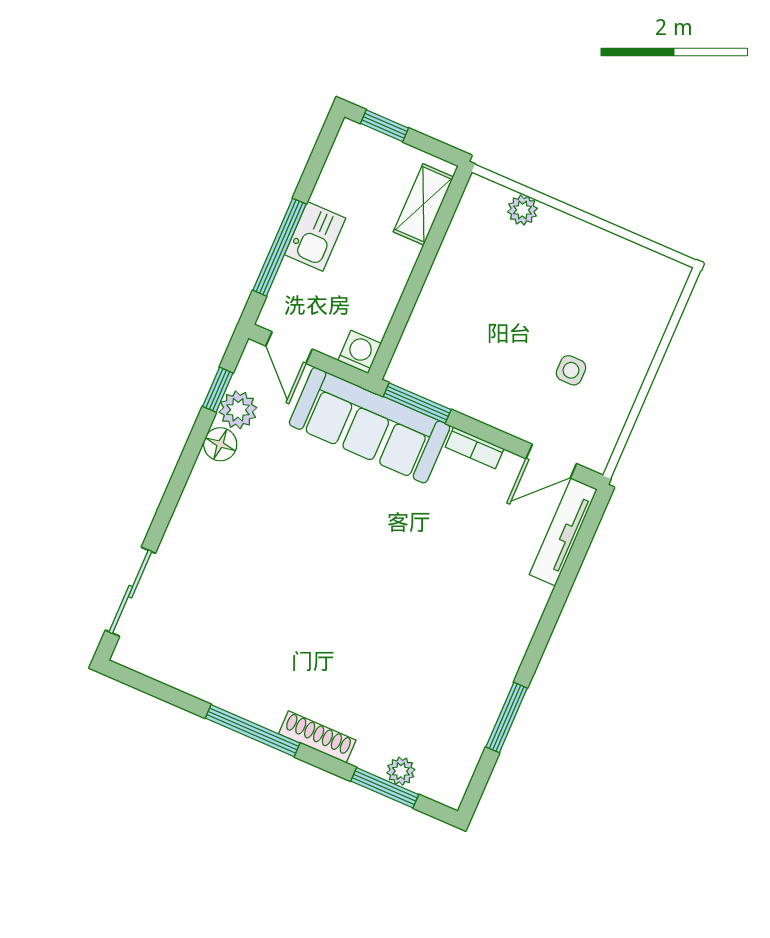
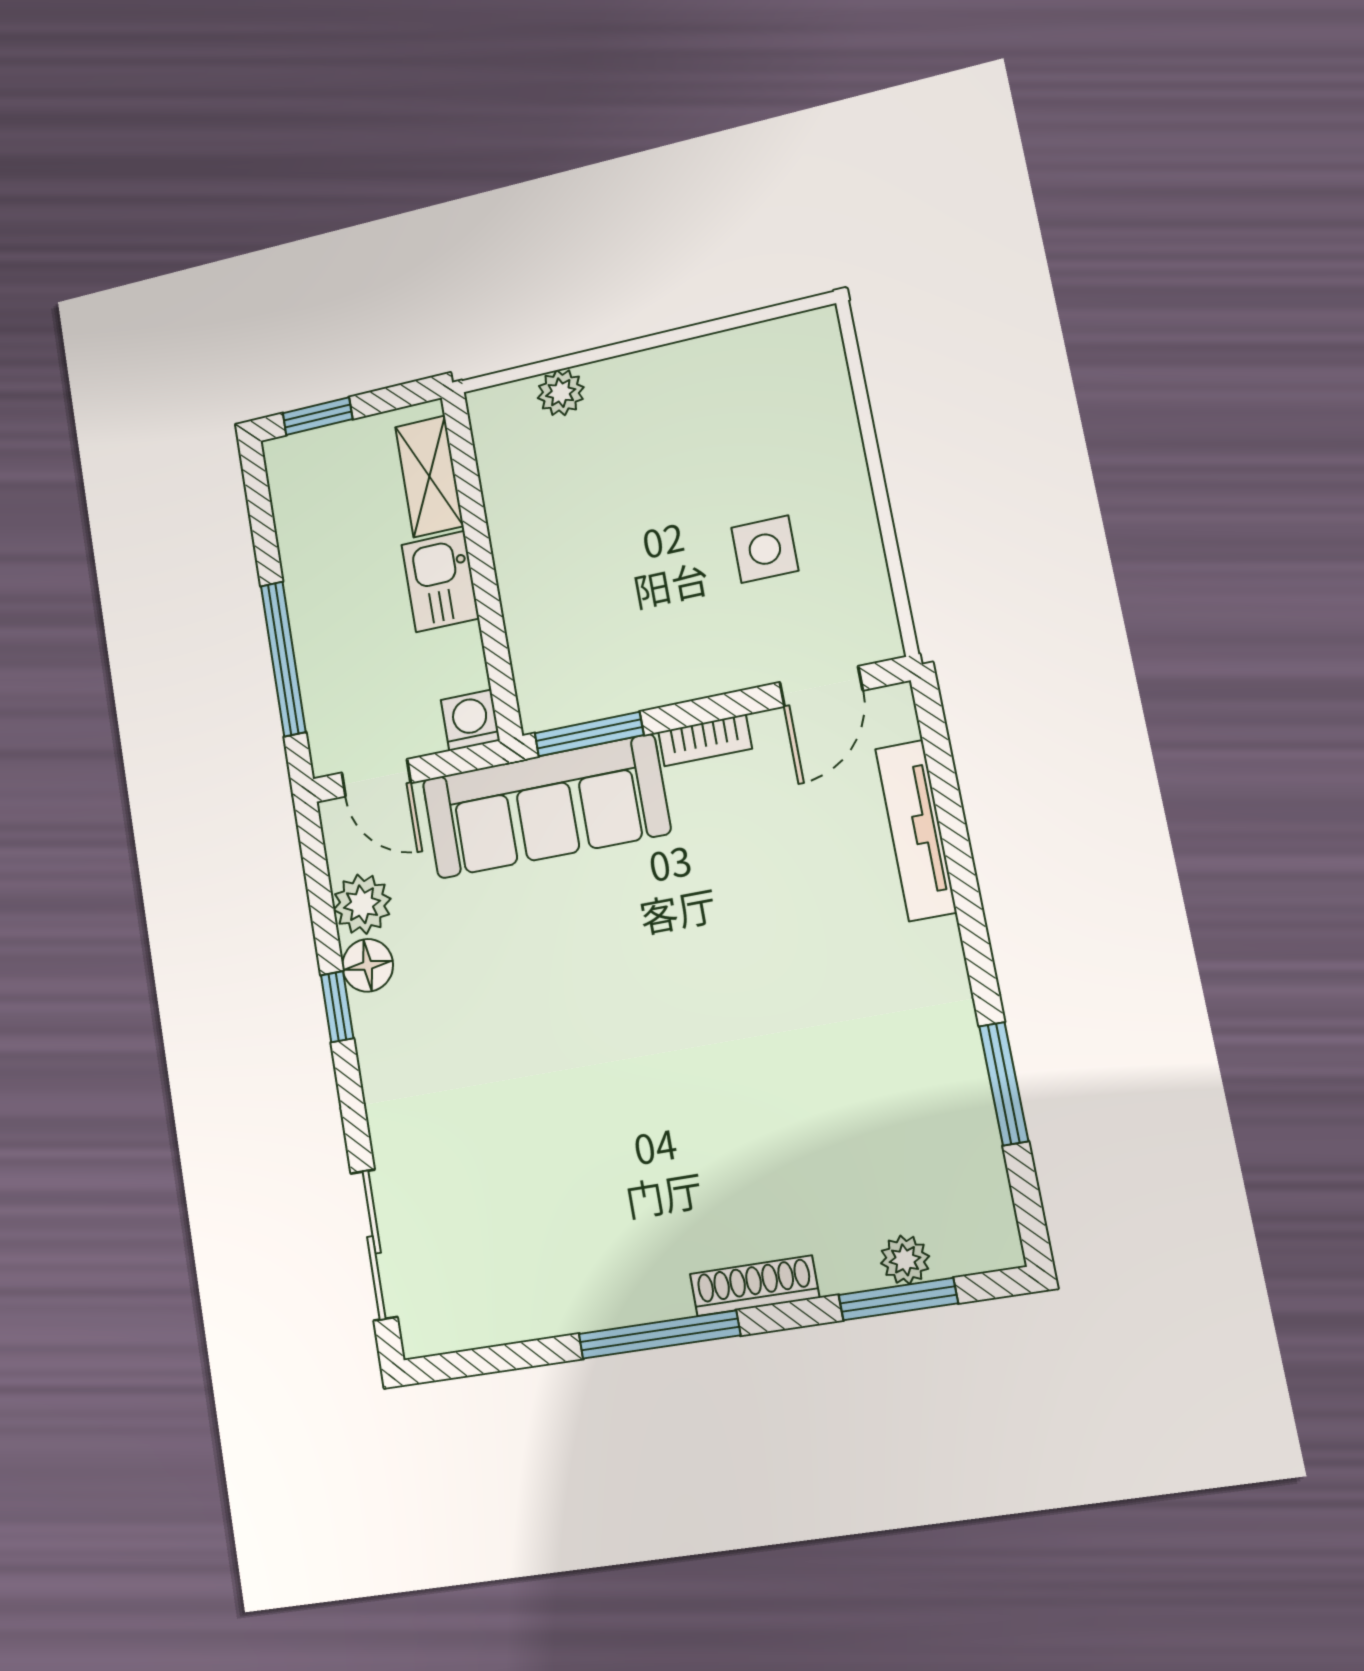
kitchen sink: (315, 236) -> (440, 582), moved, turned 180
side table: (571, 370) -> (765, 549), width x1.37, depth x1.37
window: (218, 390) -> (337, 1007), moved
tv unit: (563, 532) -> (916, 830), moved

